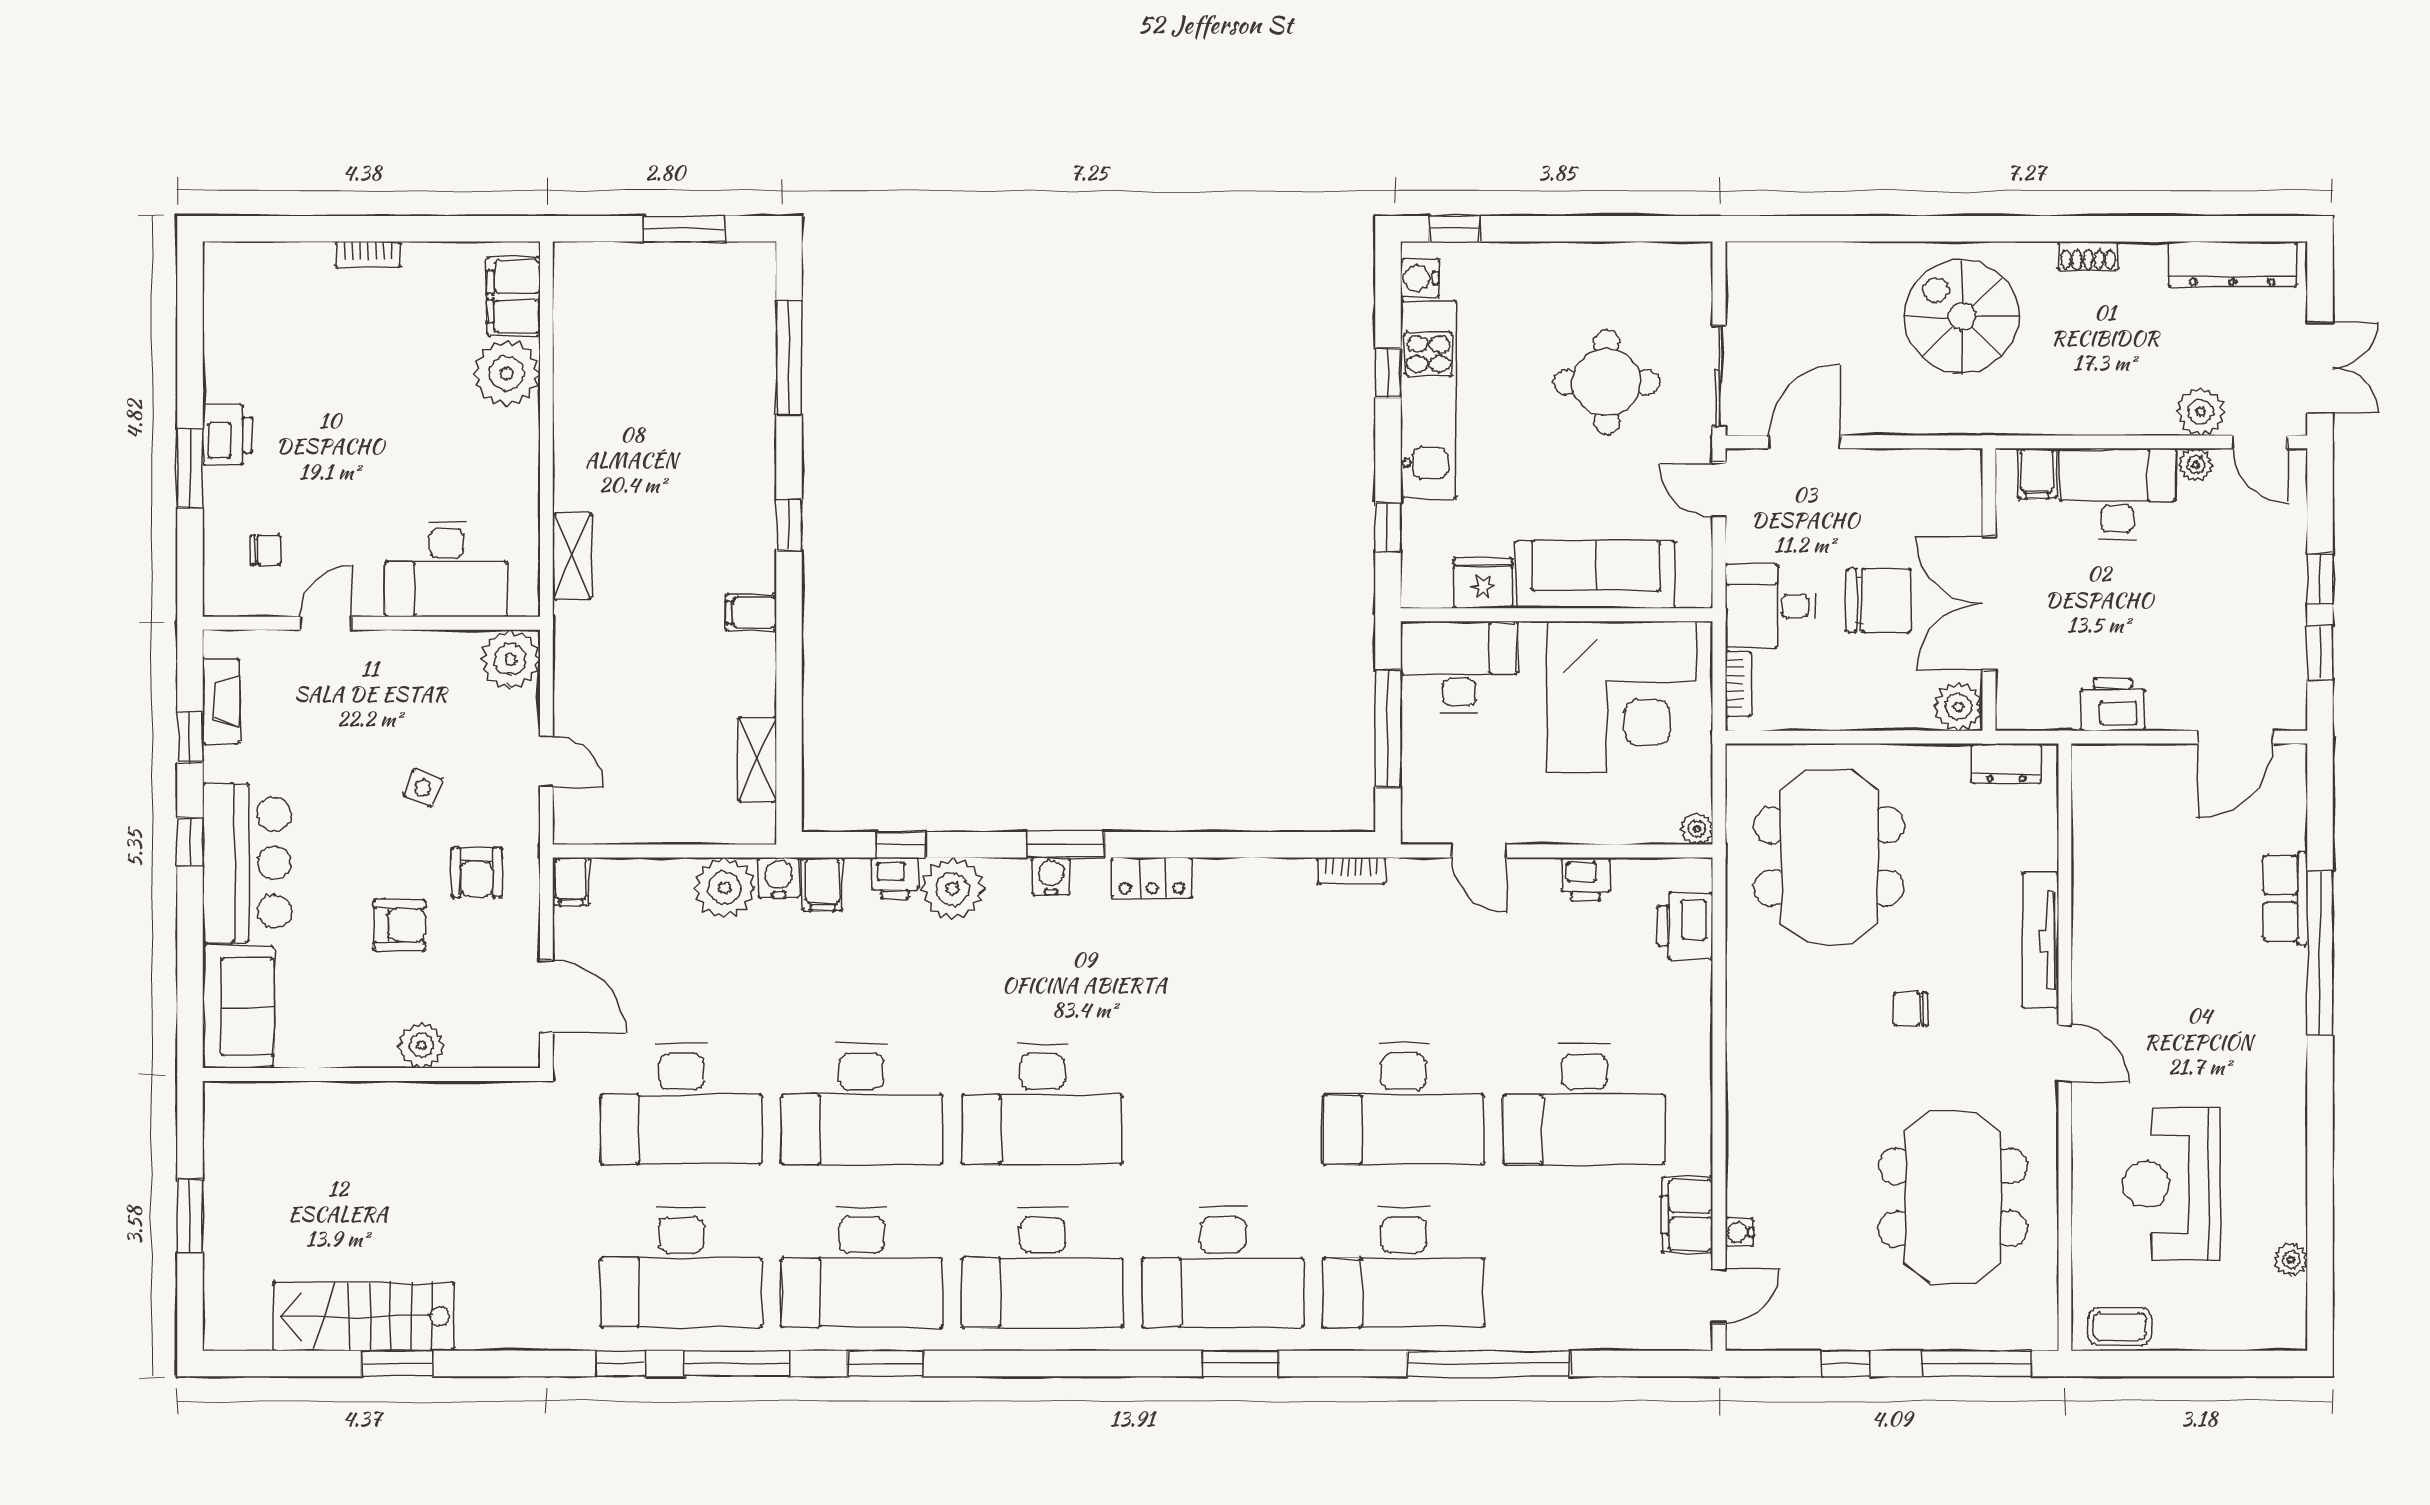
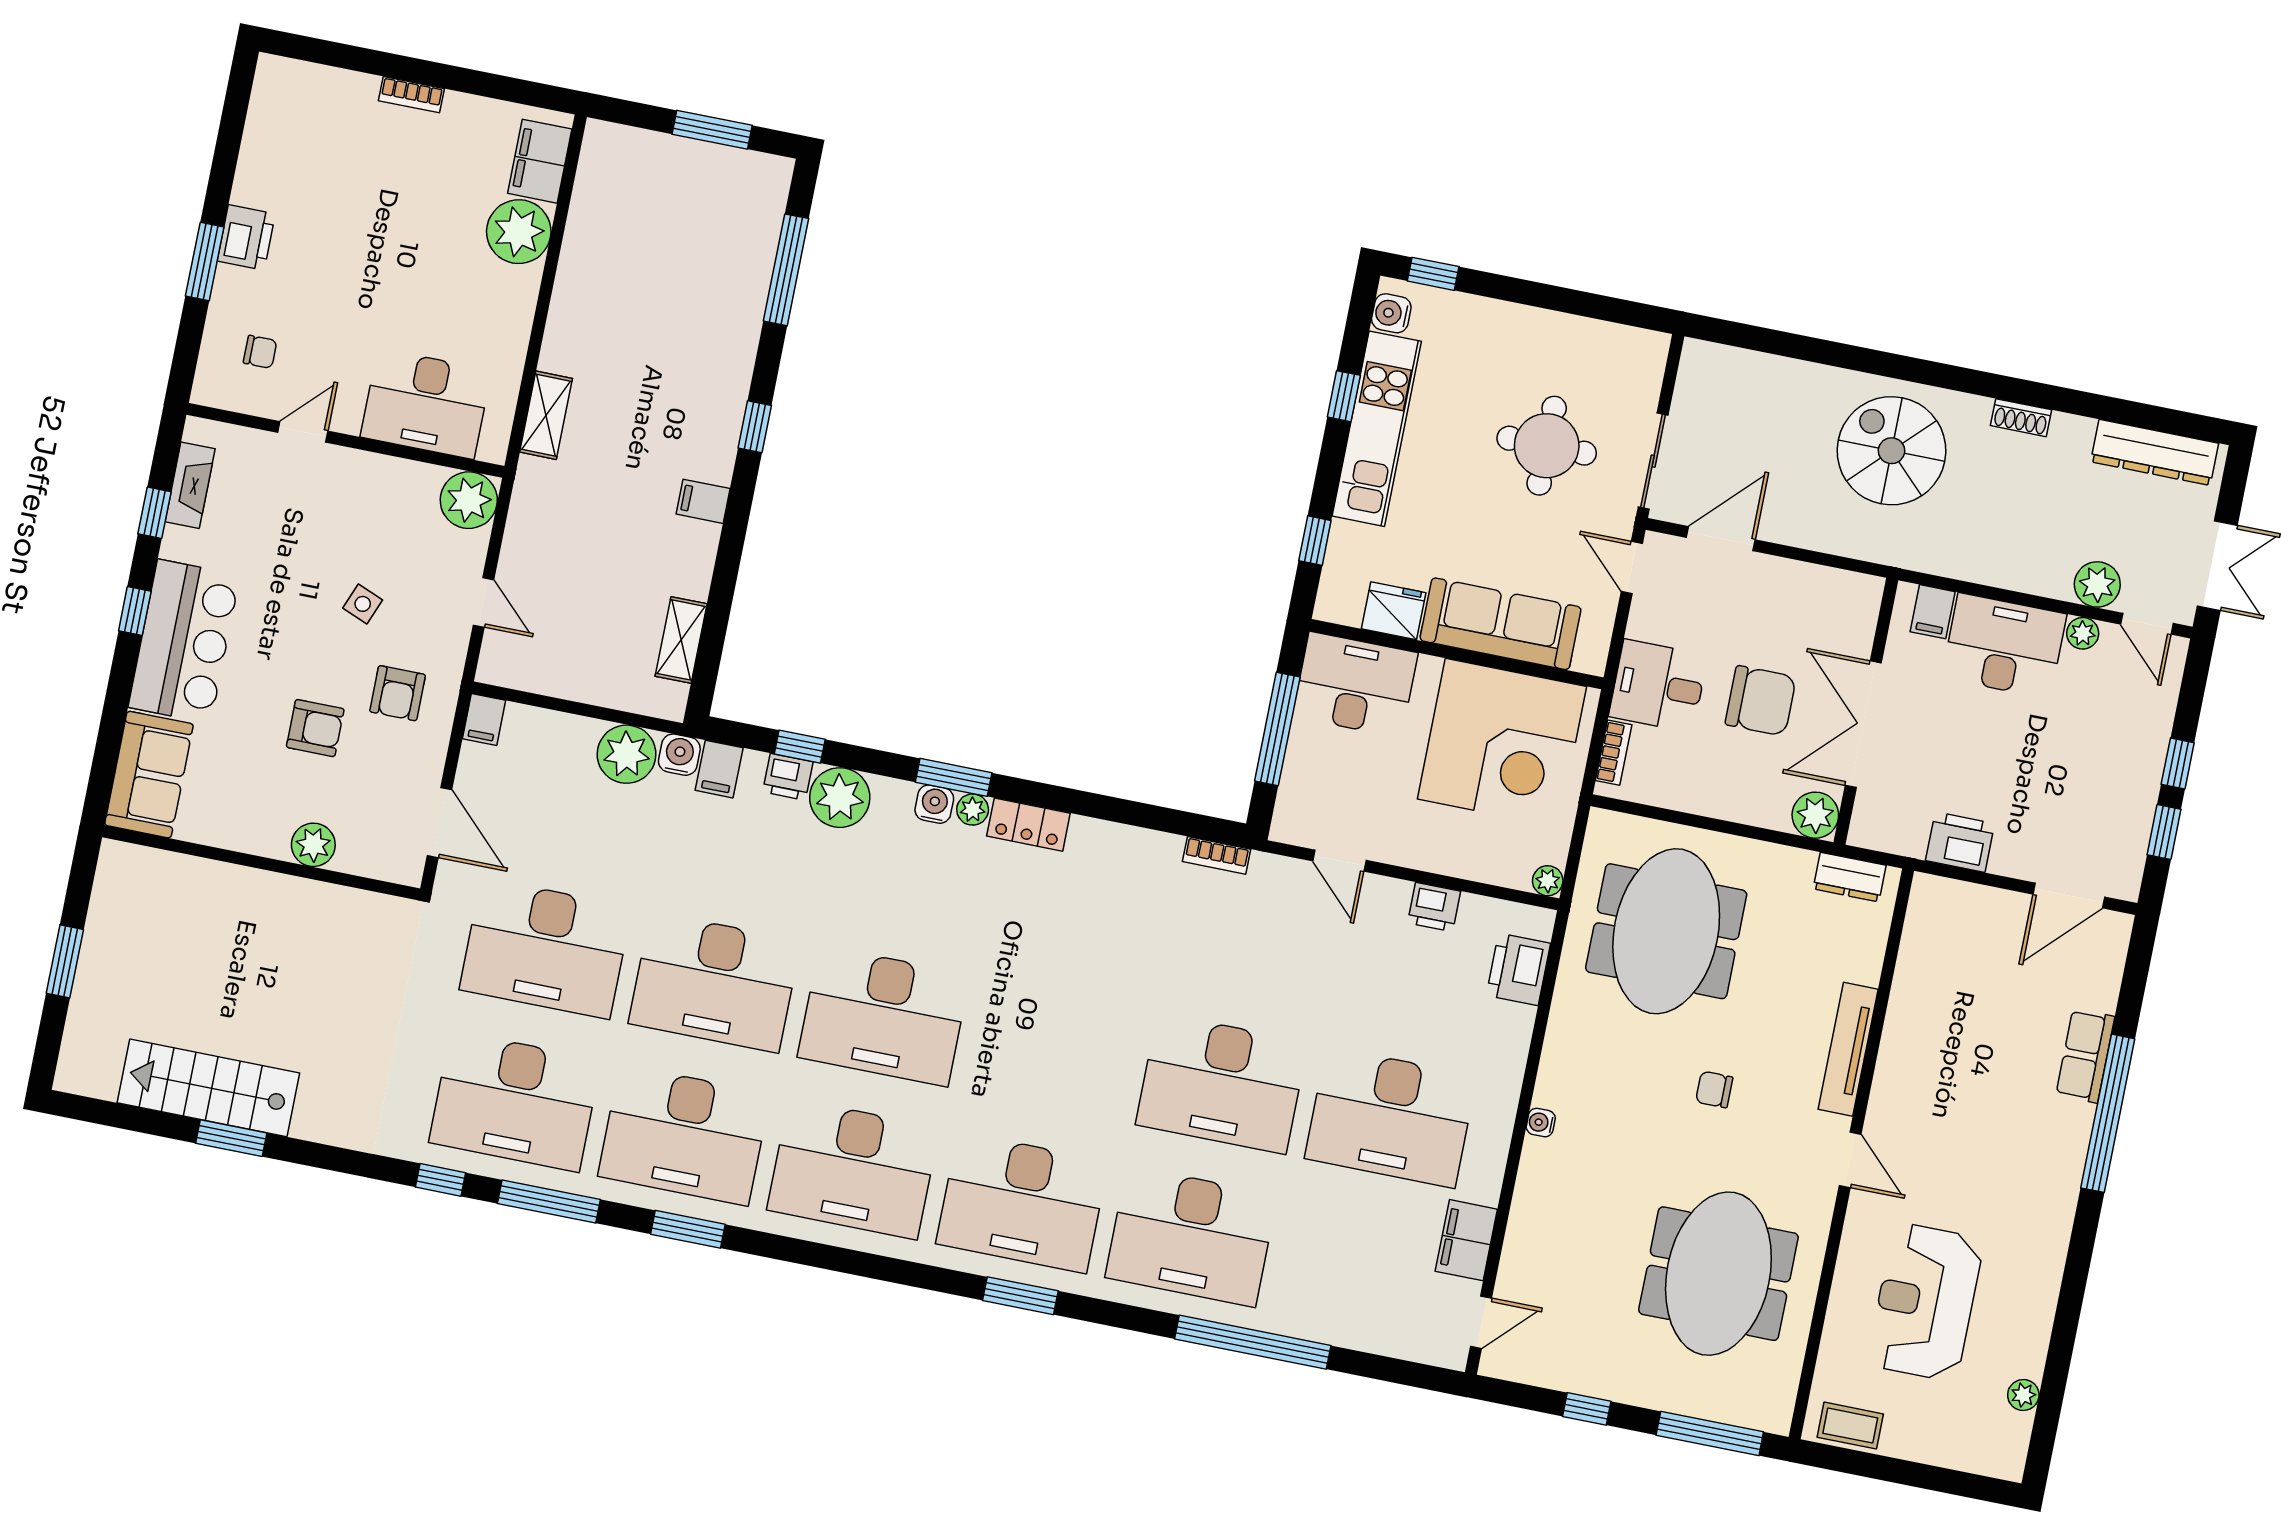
plant: (1091, 874) -> (973, 810), added
water cooler: (1739, 1232) -> (1541, 1123), moved

